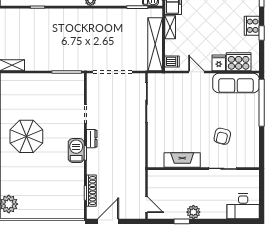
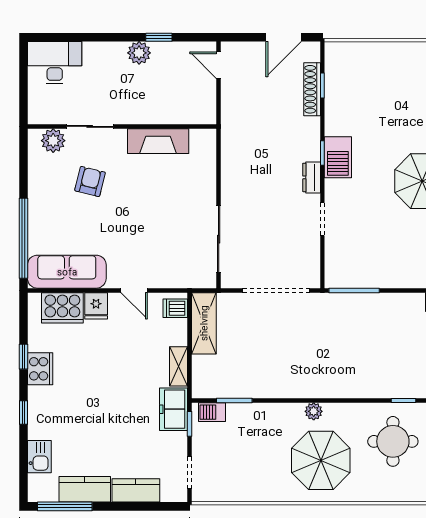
shelving: (155, 44) -> (204, 323), width x0.68
plant: (244, 160) -> (53, 141), added

